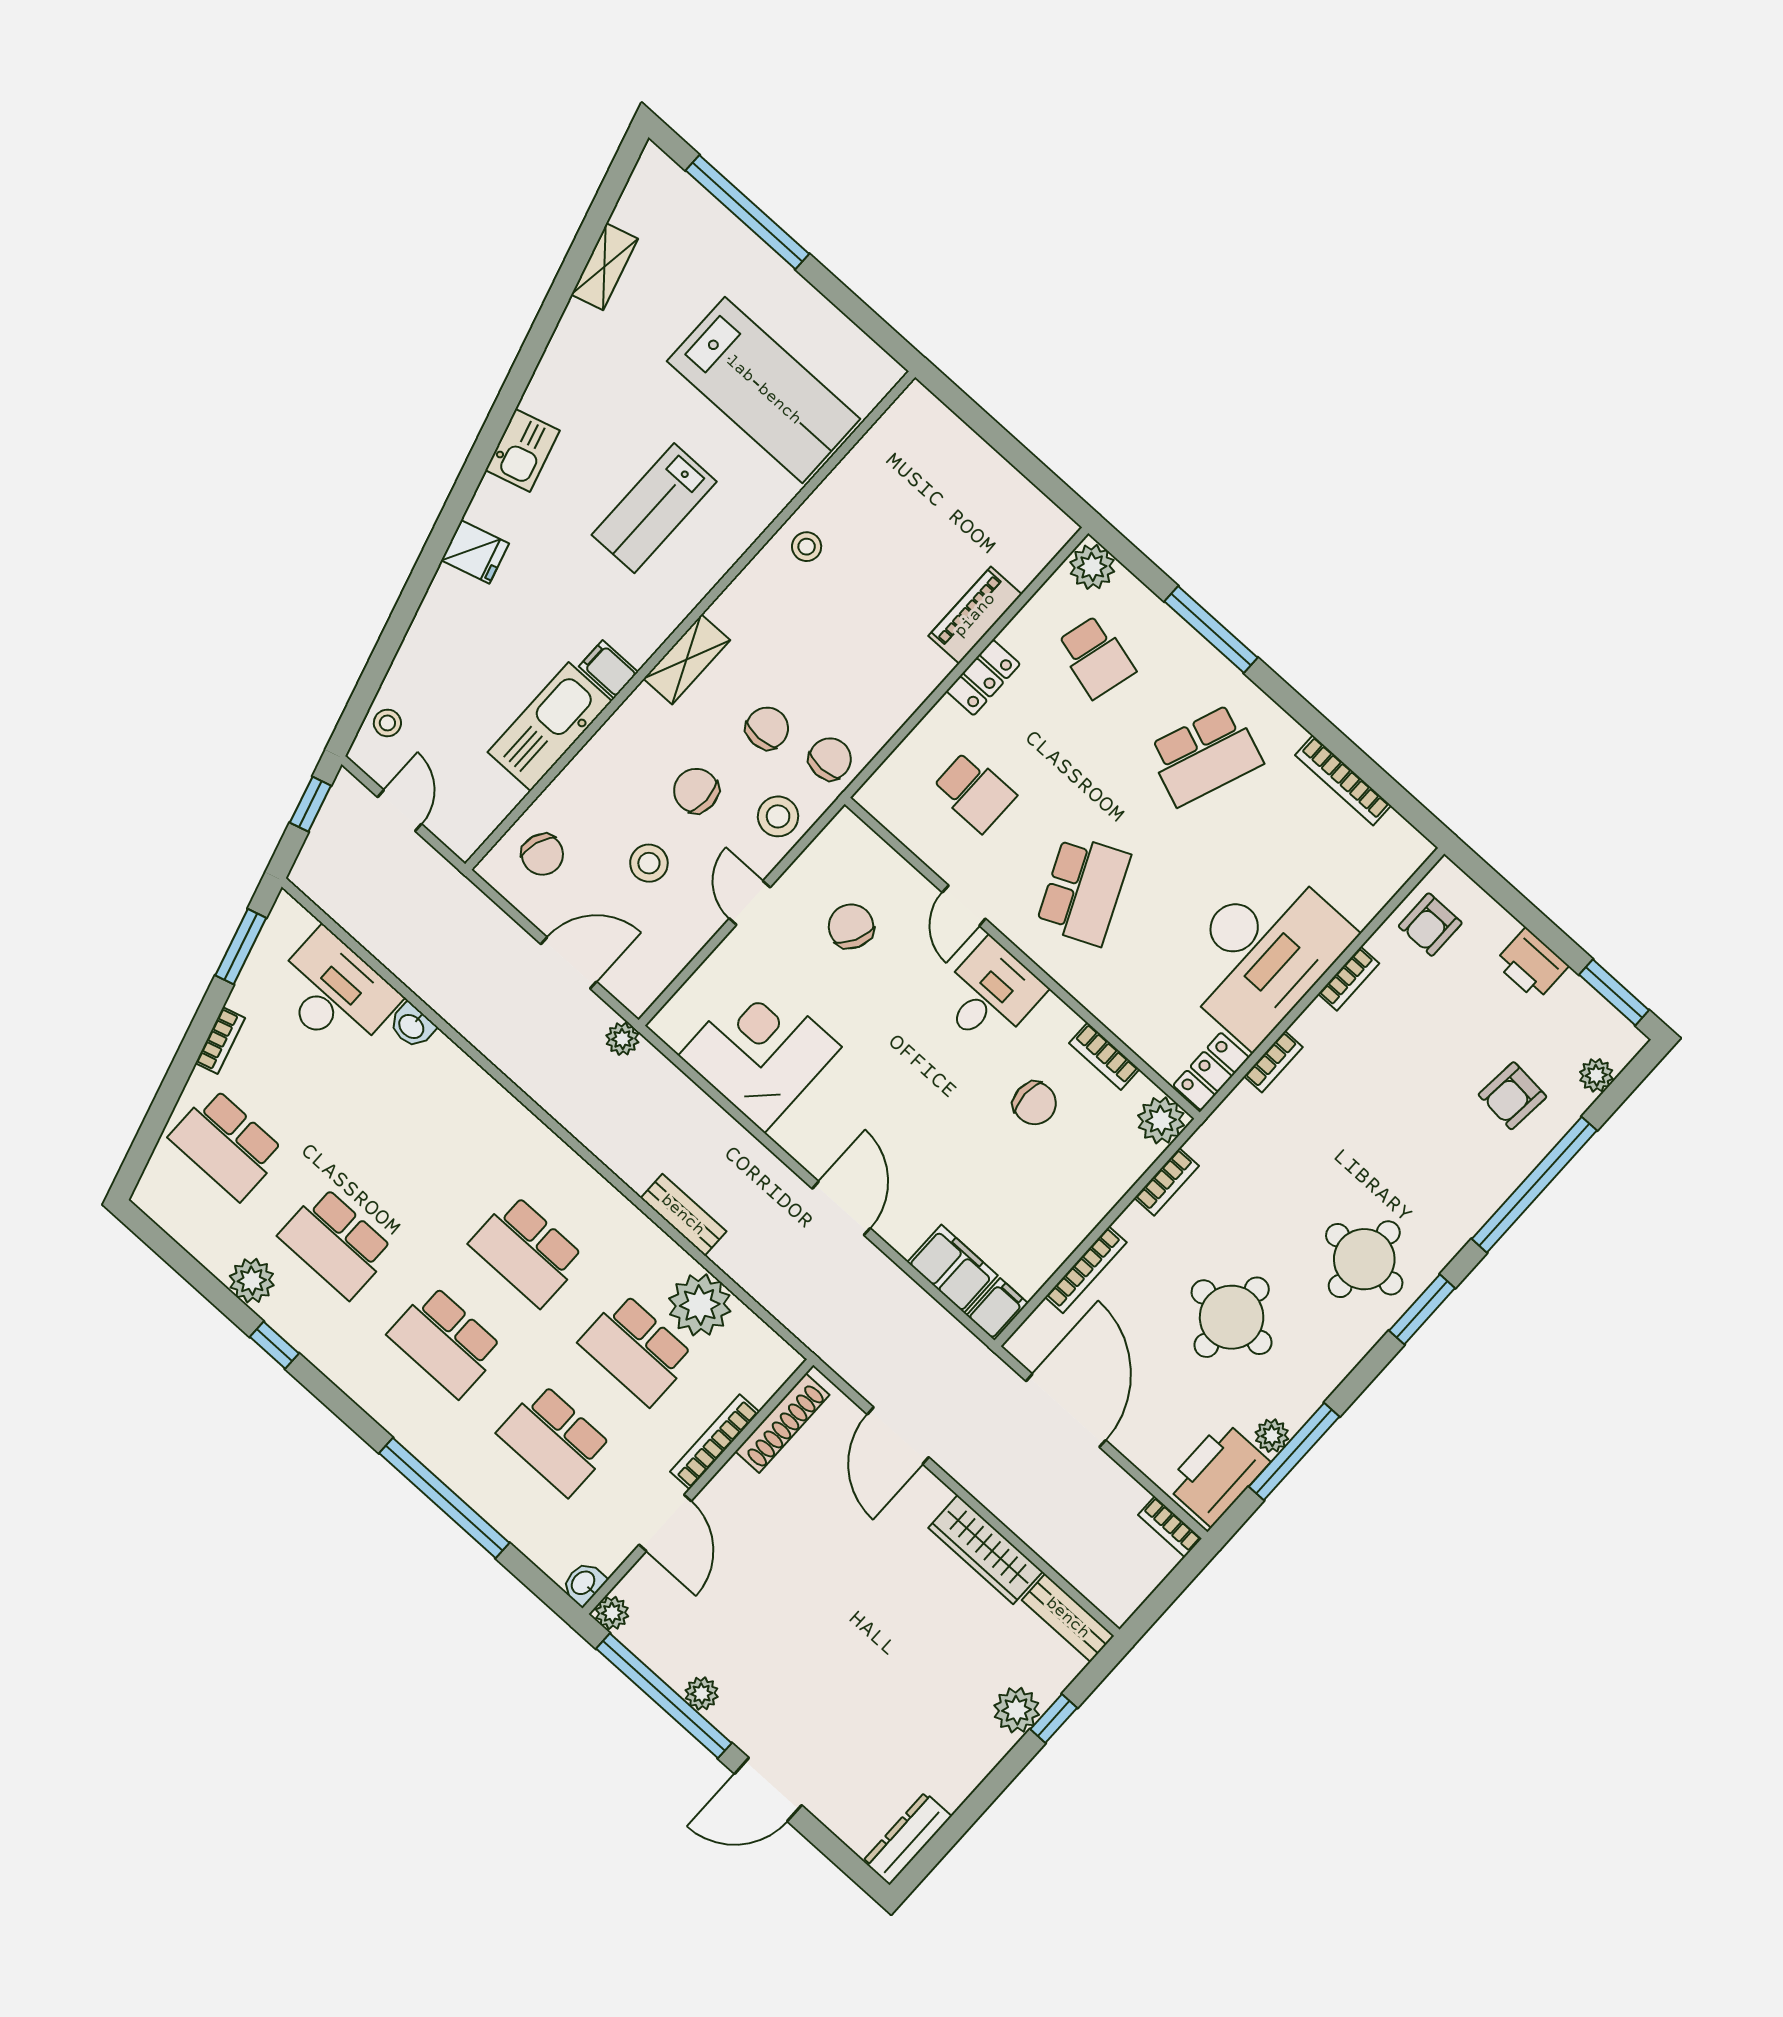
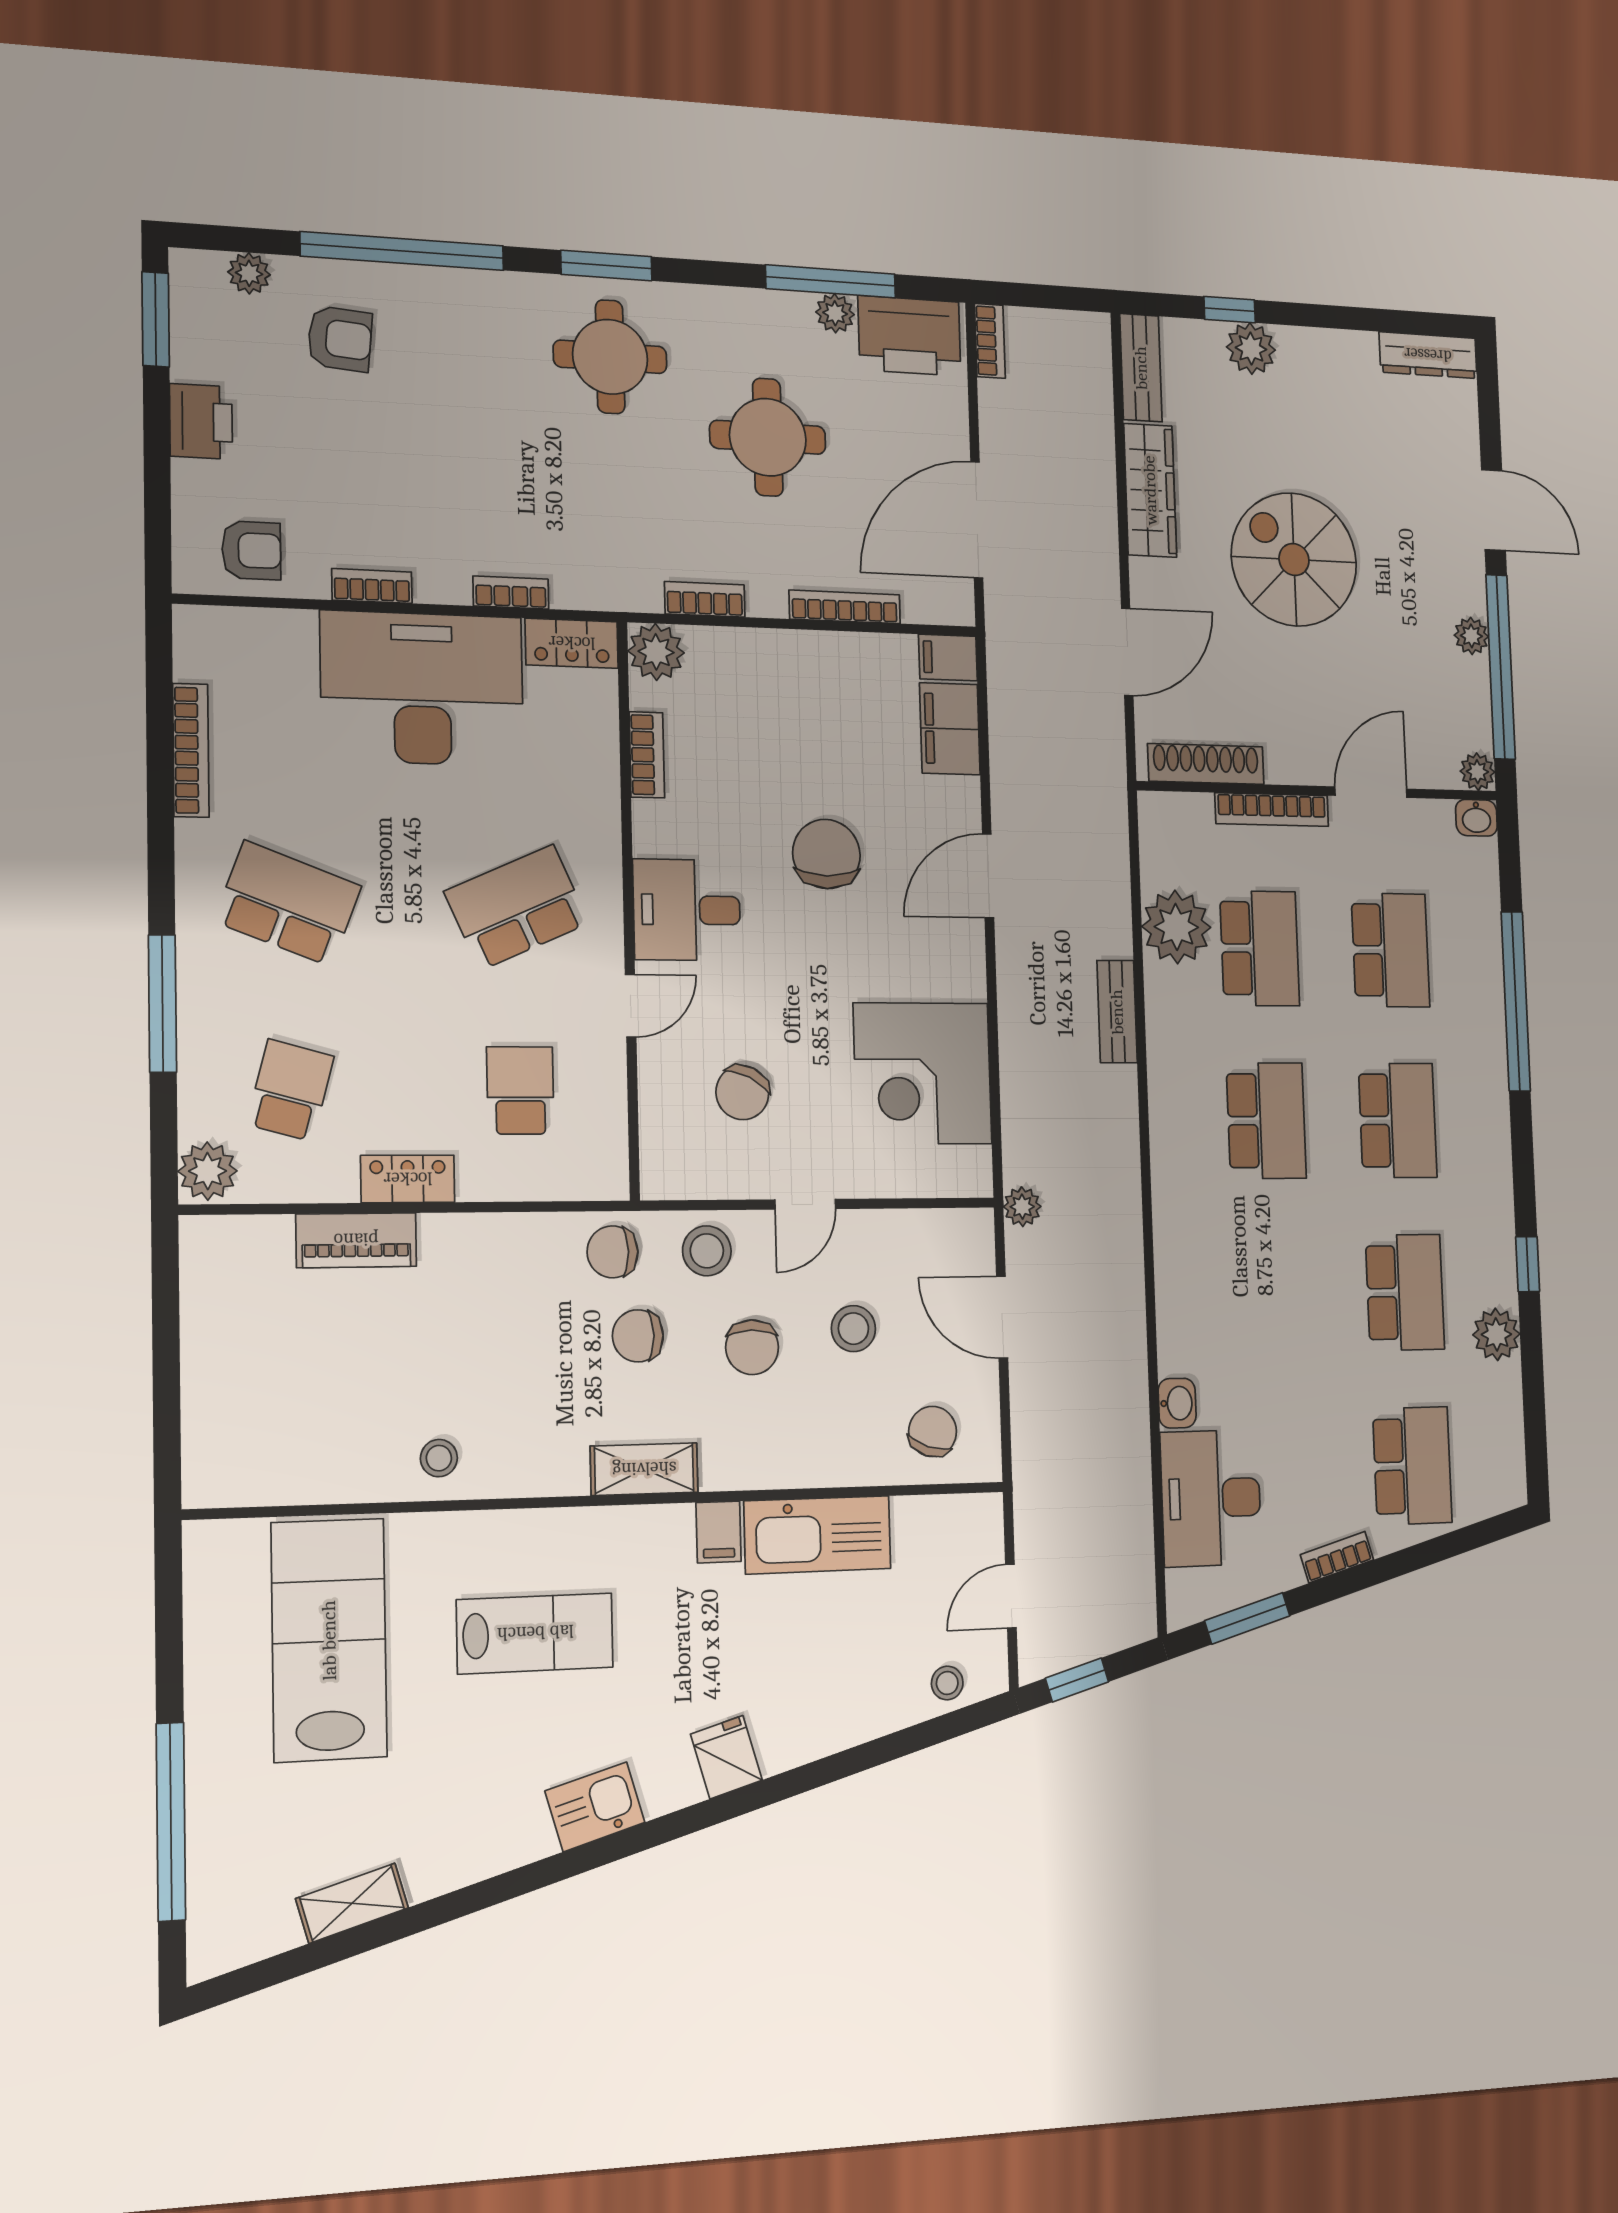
chair: (1035, 1103) -> (826, 854), moved, width x1.37, depth x1.37
spiral stairs: (858, 1611) -> (1294, 559), added

